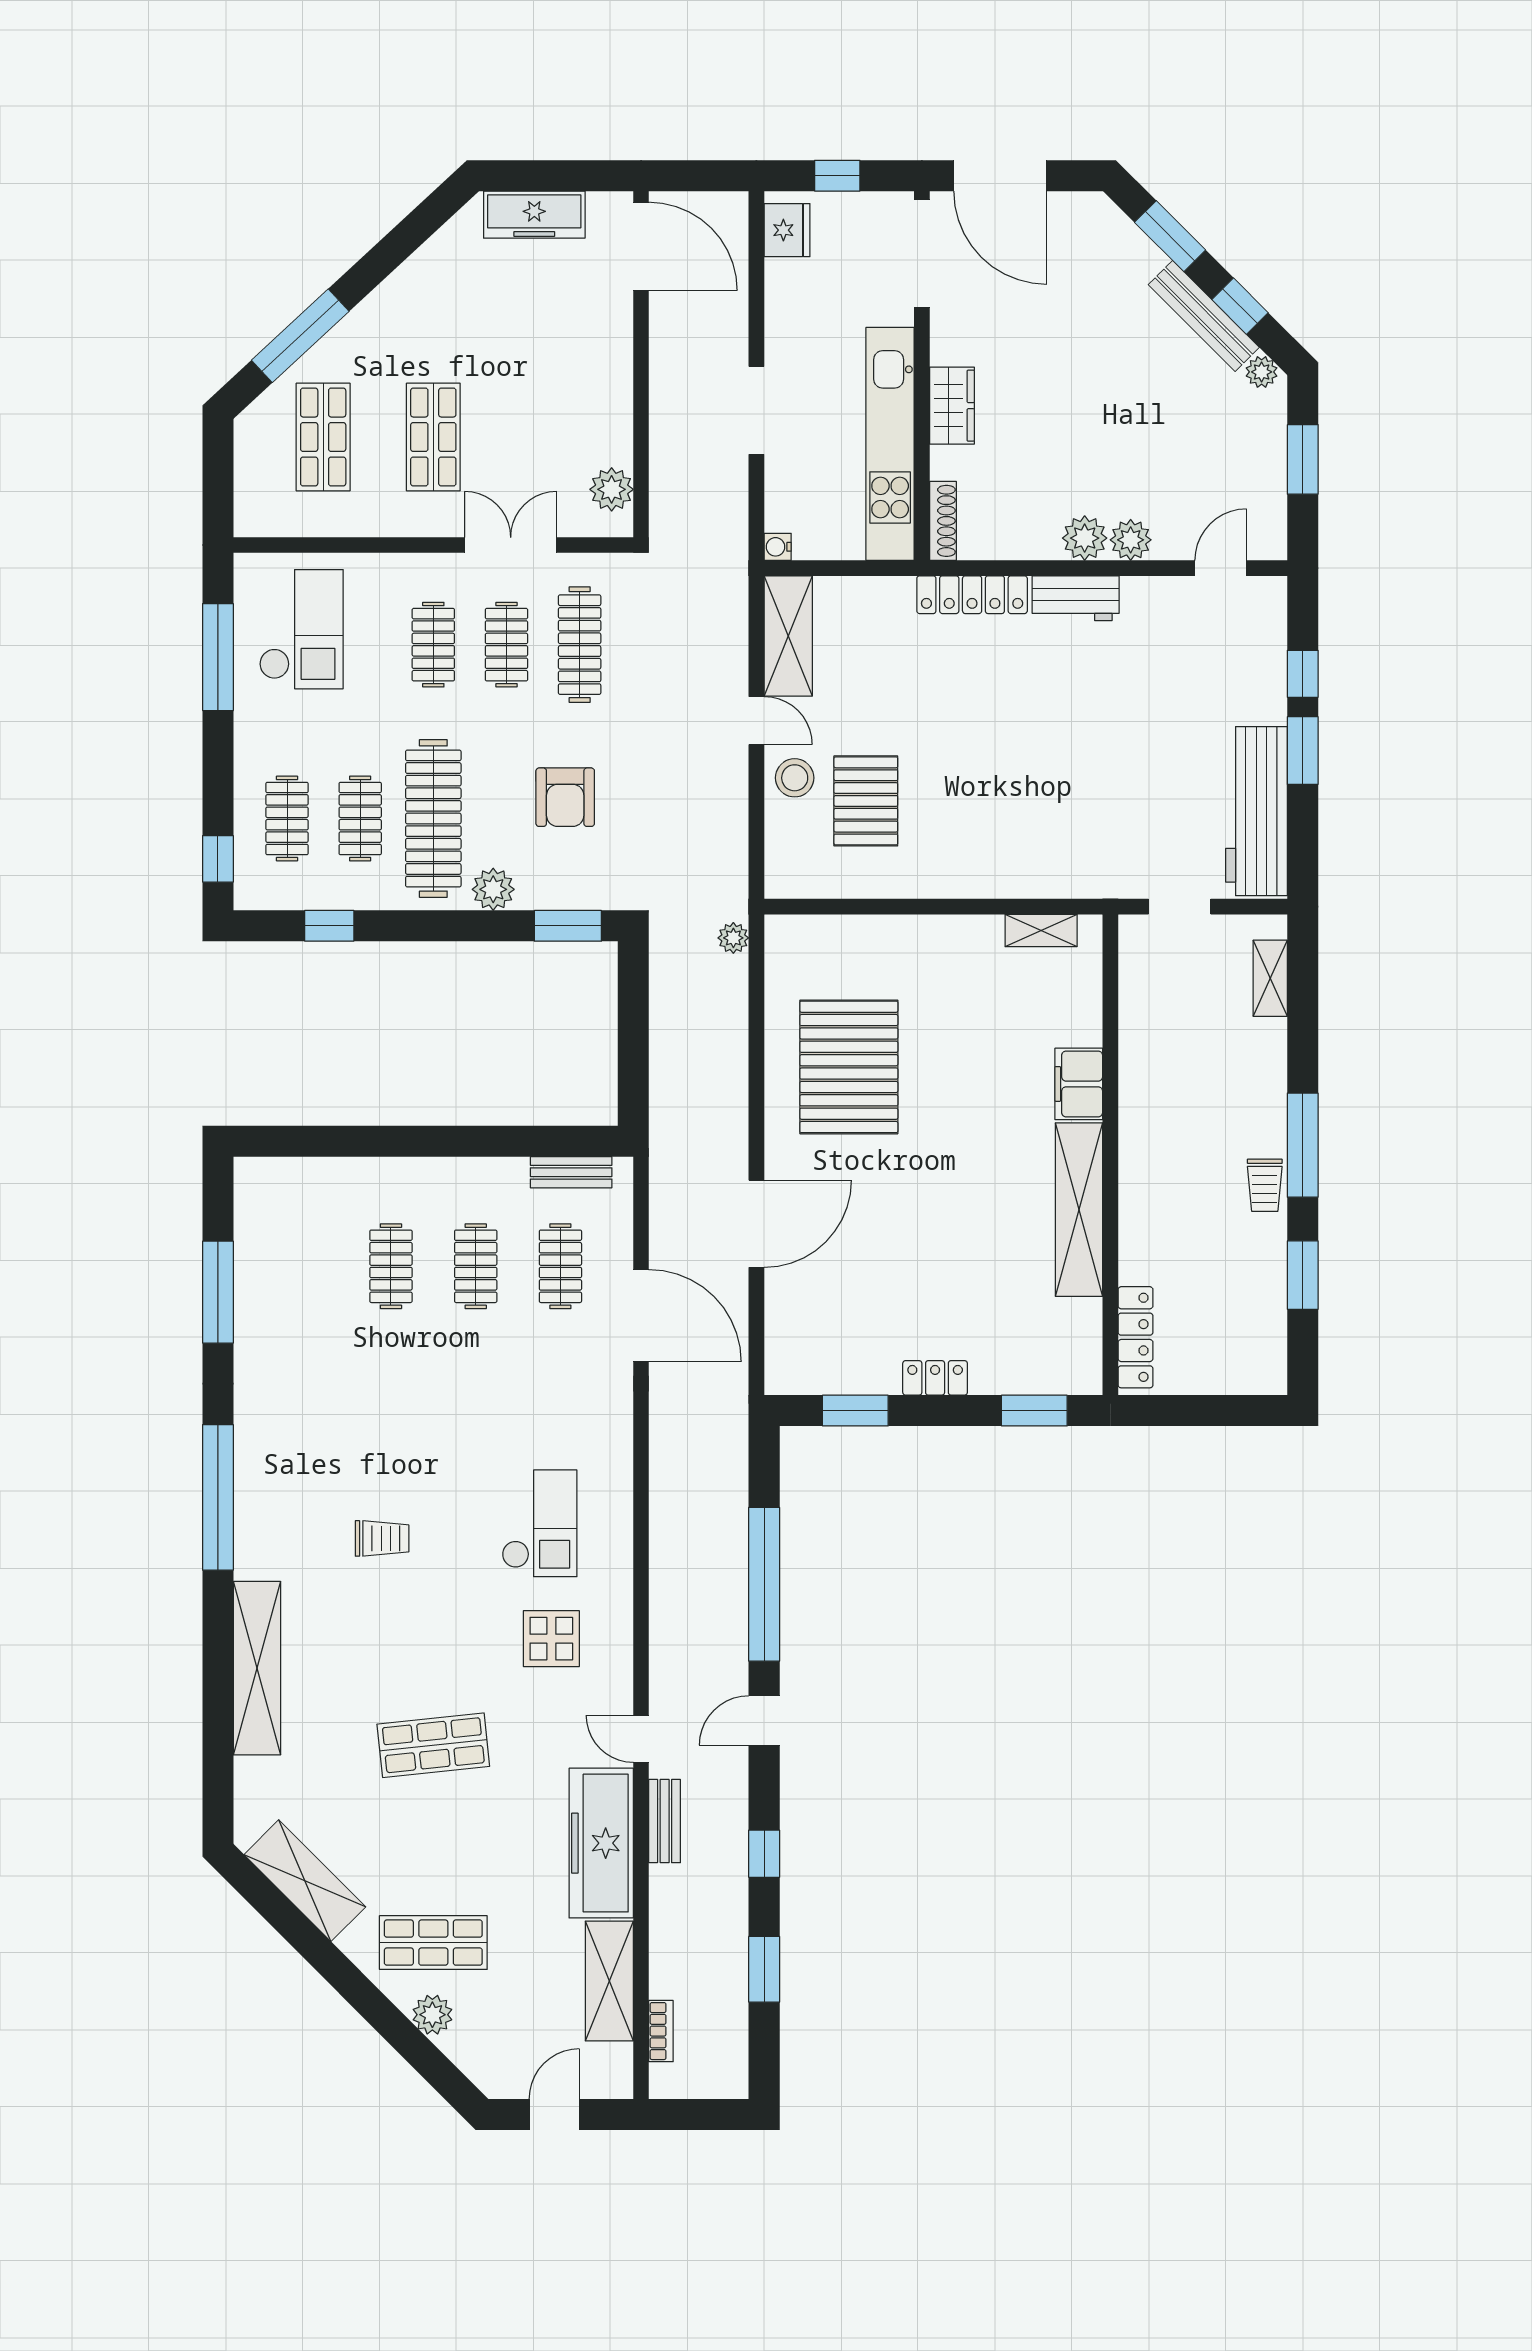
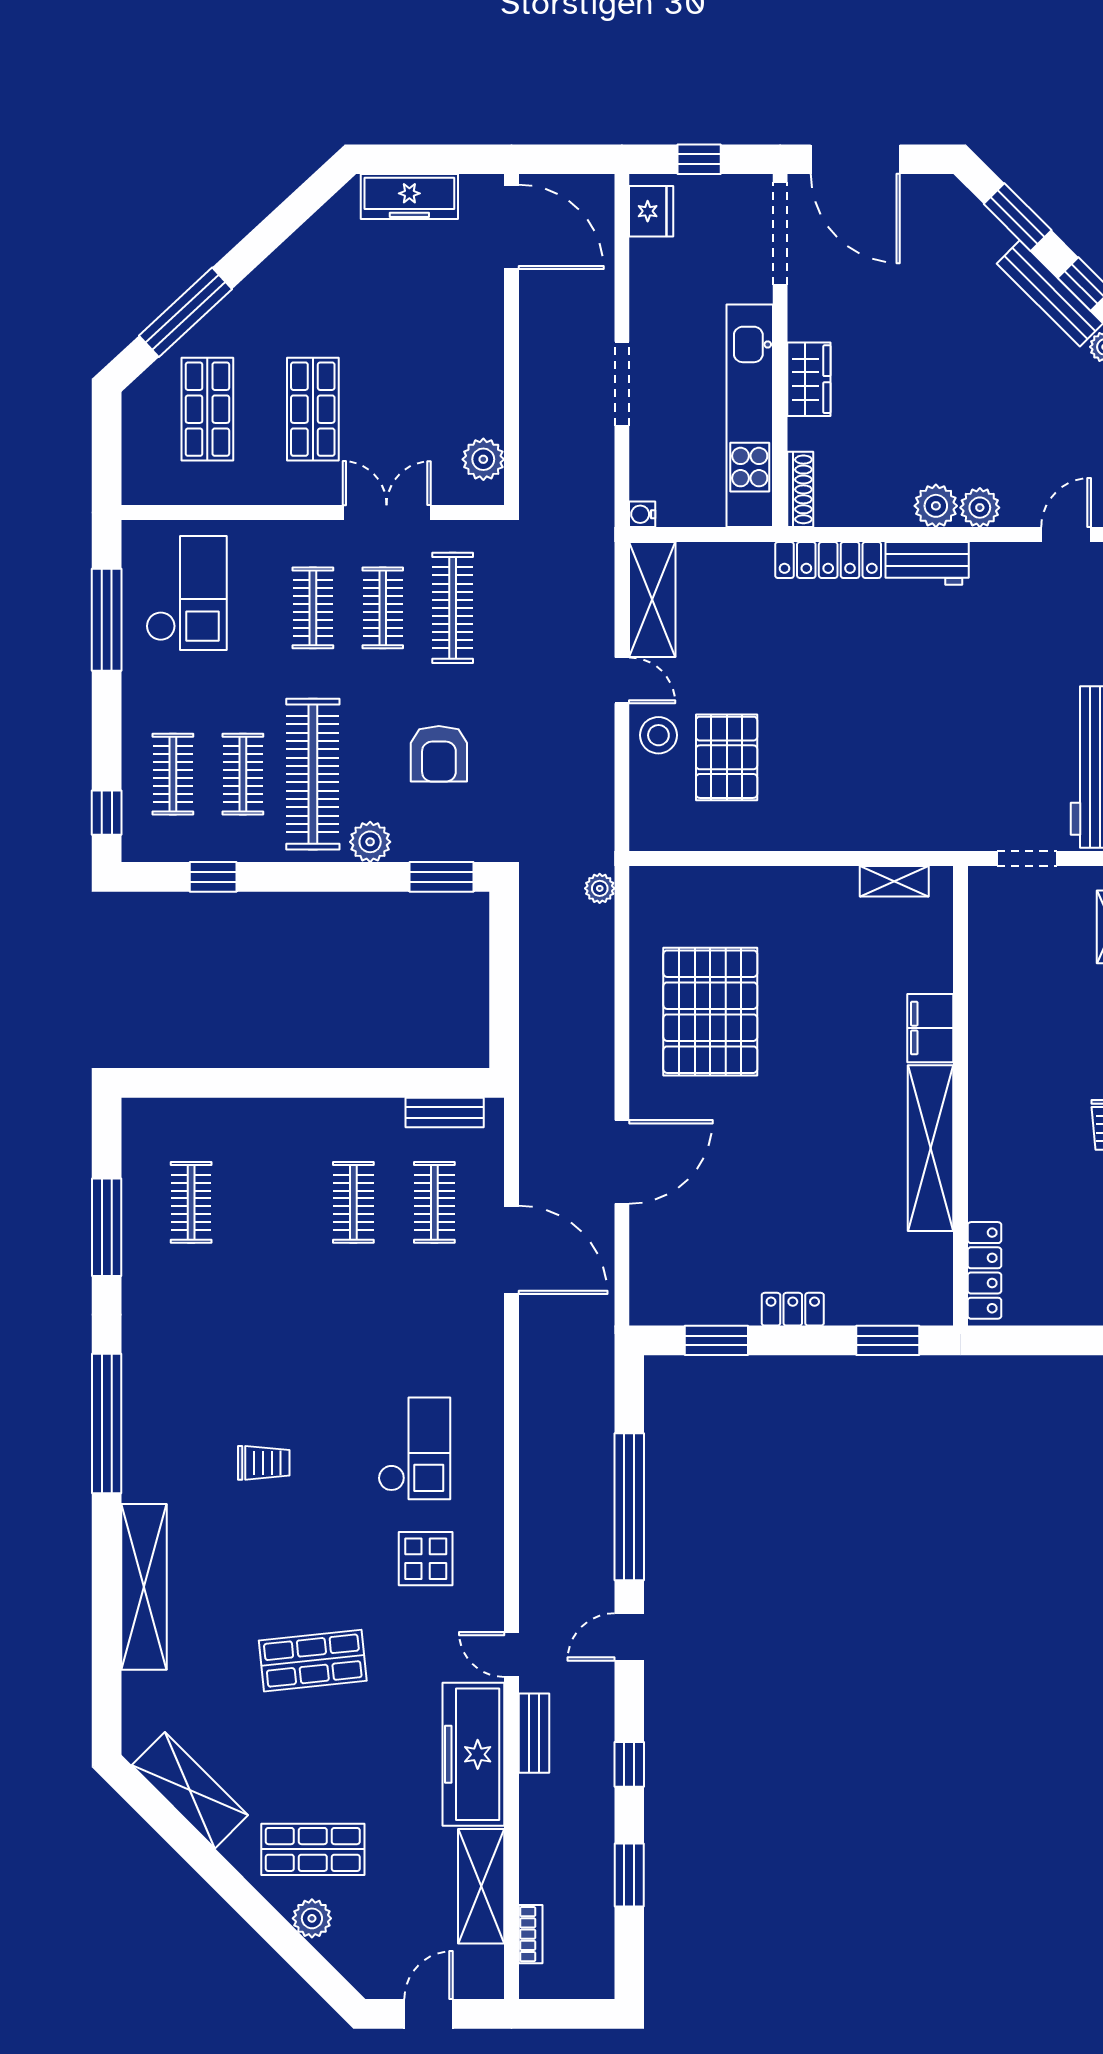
clothes rail: (391, 1266) -> (191, 1202), moved

